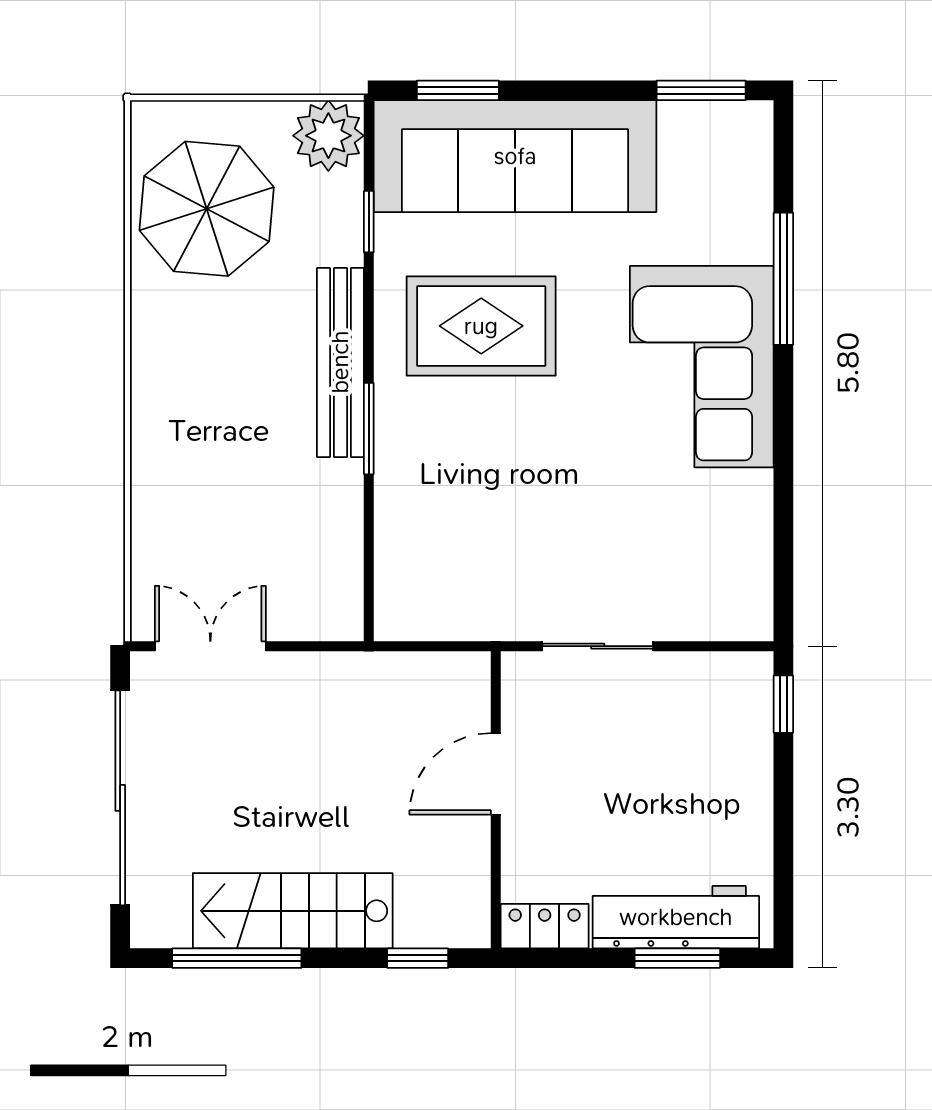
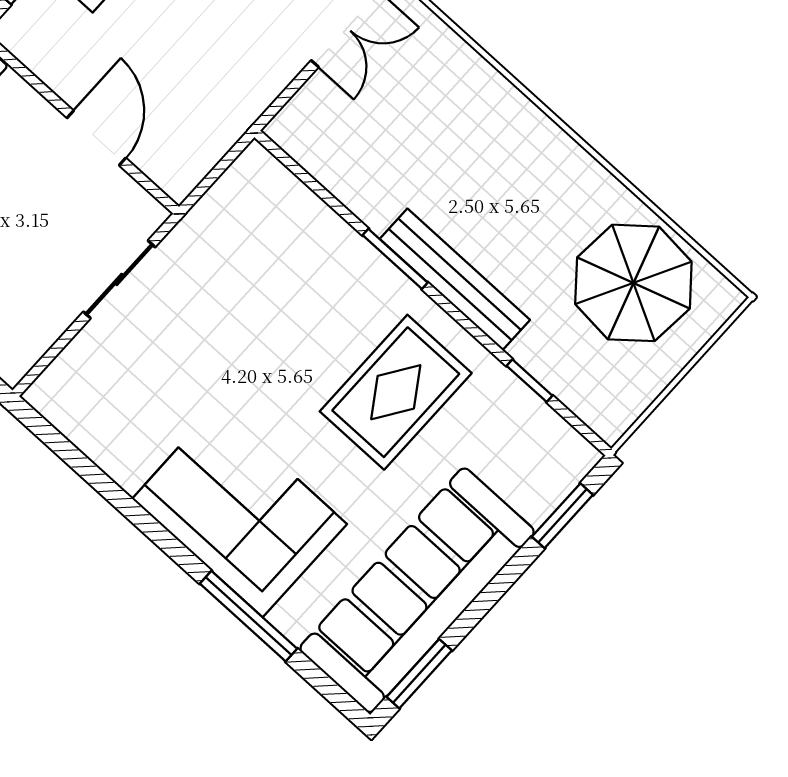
plant: (328, 136) -> (609, 405), removed
sofa: (515, 156) -> (417, 590), moved

